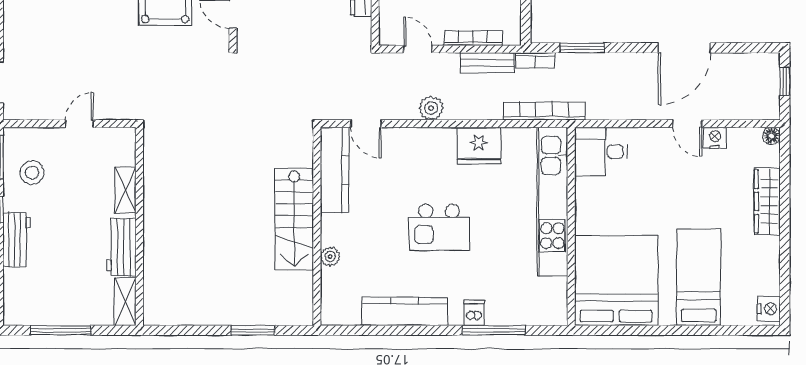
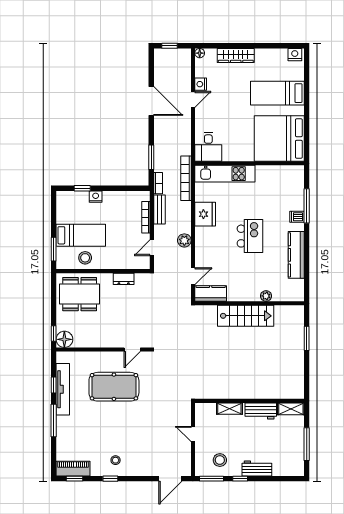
kitchen counter: (335, 170) -> (211, 293), width x0.67
kitchen unit: (552, 201) -> (225, 174), width x0.73

